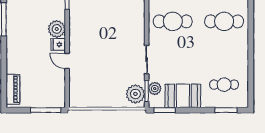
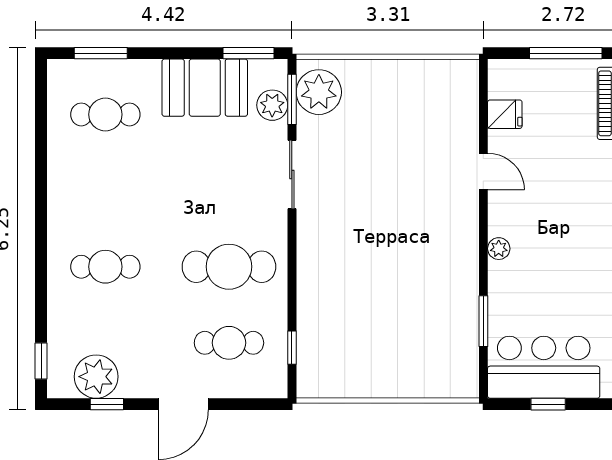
cafe table: (224, 21) -> (105, 267), width x0.73, depth x0.74
plant: (57, 29) -> (499, 249), width x0.53, depth x0.53
fridge: (58, 44) -> (505, 114), moved
window: (46, 110) -> (566, 53), moved

